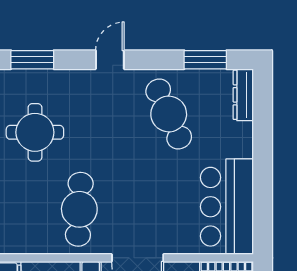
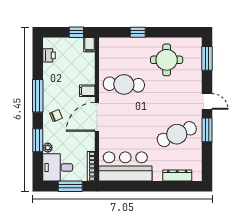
window: (205, 60) -> (207, 130), moved
dresser: (243, 95) -> (177, 176), moved

